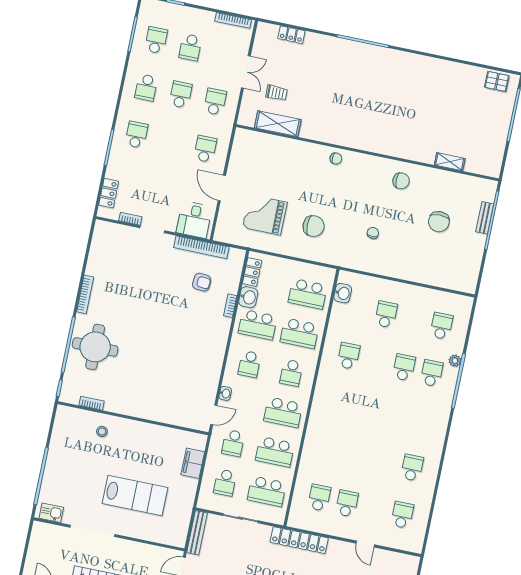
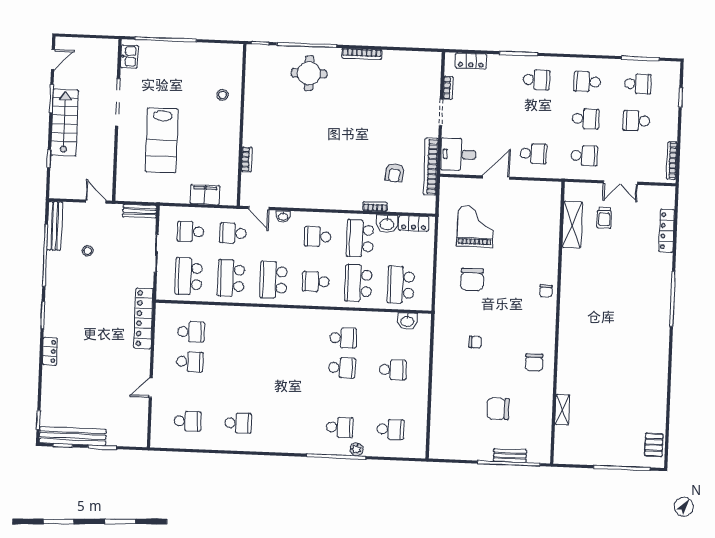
locker: (291, 35) -> (667, 231), width x1.53
round table: (95, 347) -> (309, 73), width x0.73, depth x0.73
school desk: (404, 367) -> (342, 368), moved
bookcase: (92, 403) -> (247, 159), moved
bench: (197, 533) -> (140, 211), width x0.73

